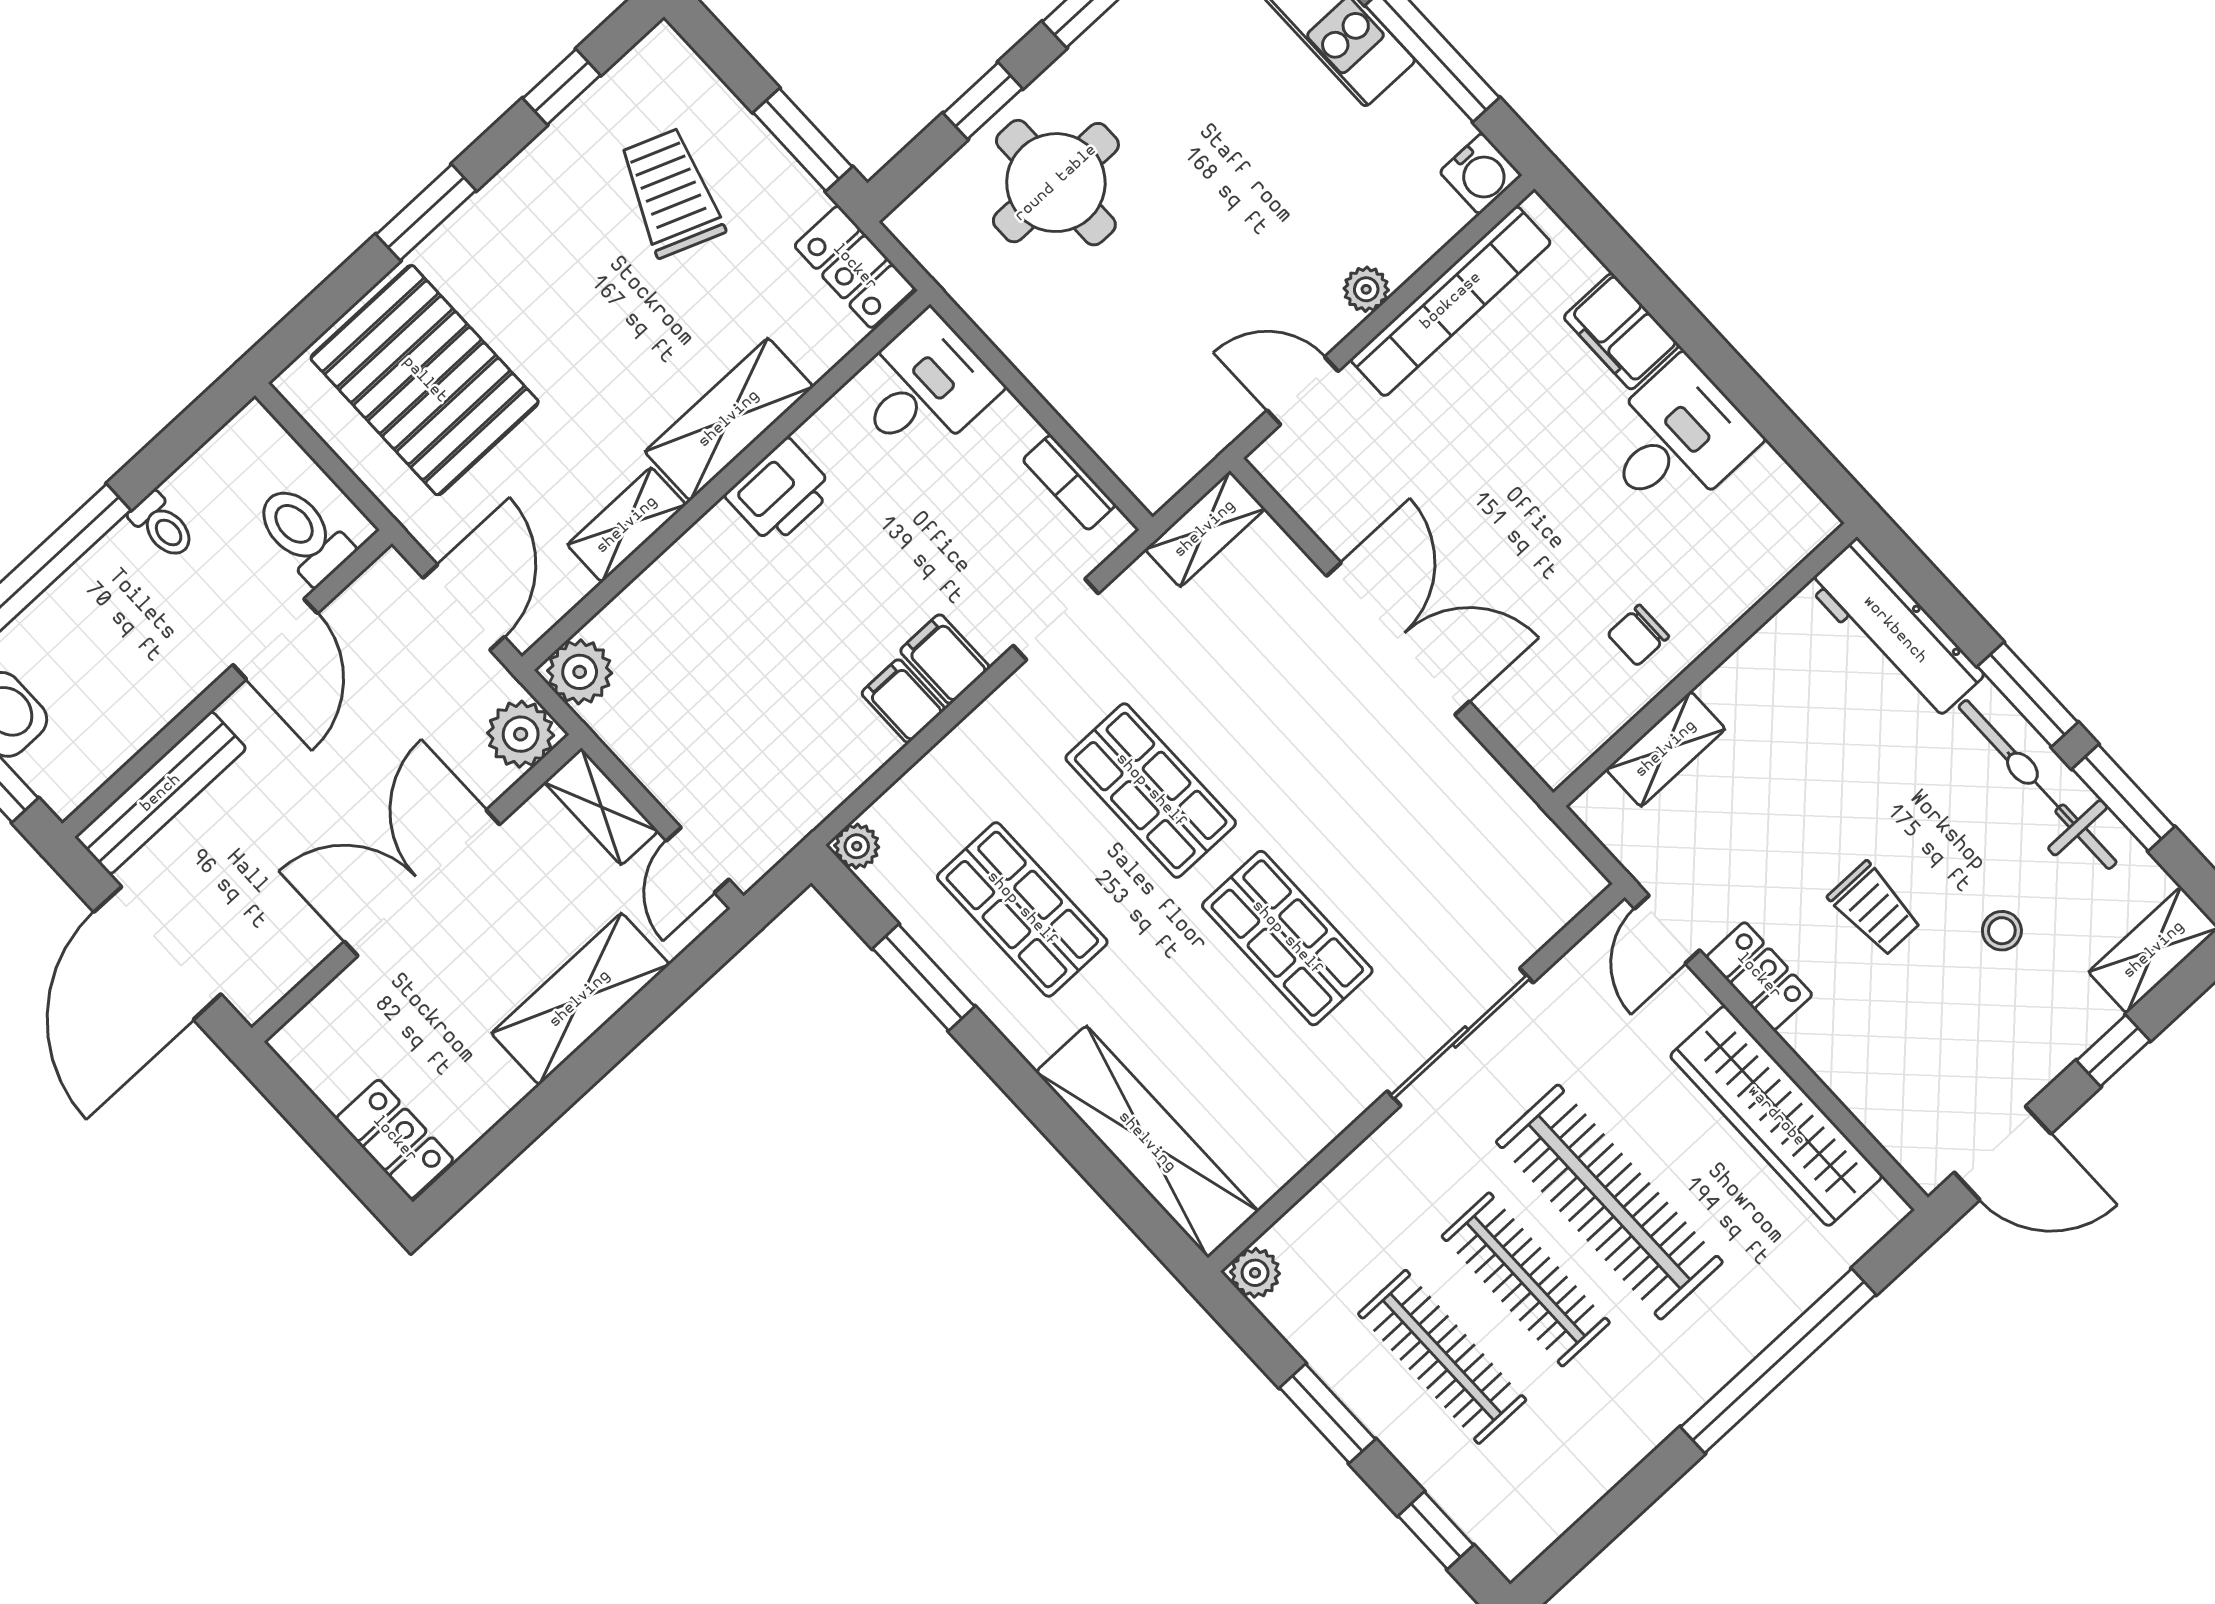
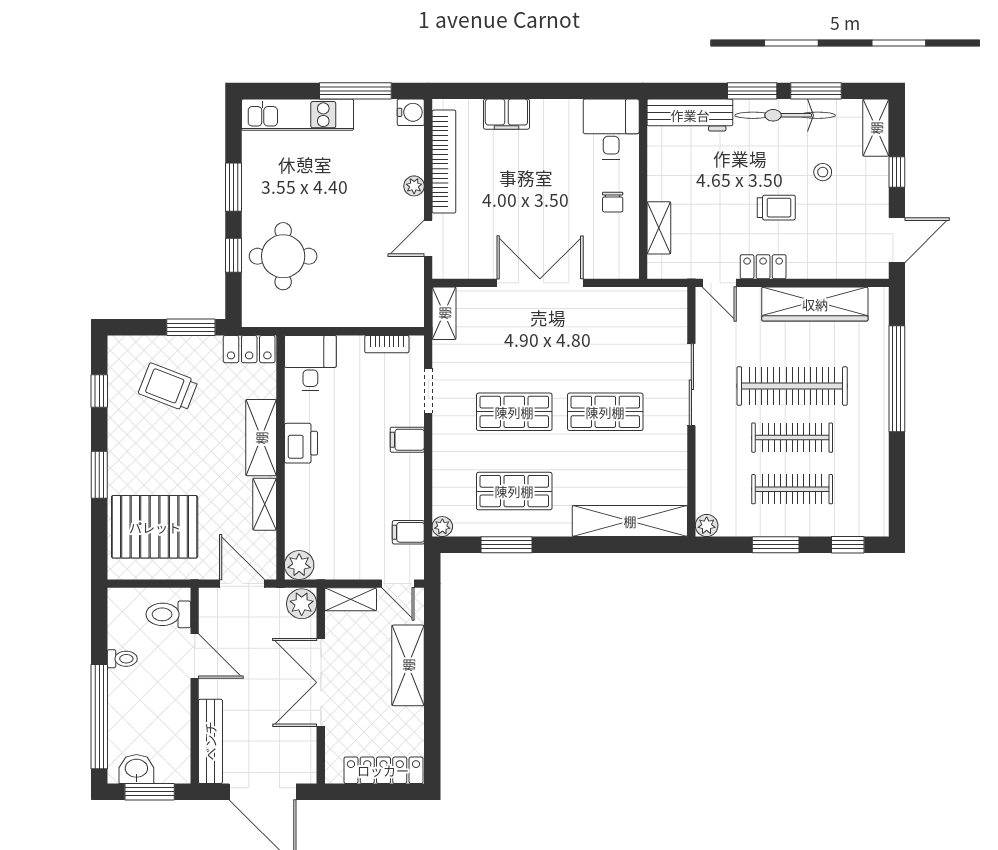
desk: (1677, 439) -> (611, 129), moved
filing cabinet: (903, 701) -> (408, 532), moved
locker: (395, 1139) -> (383, 770), width x1.53

